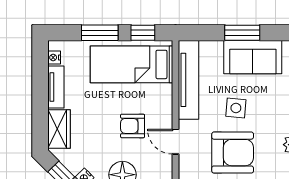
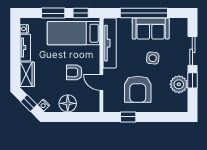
window: (242, 33) -> (144, 13), width x2.11
side table: (236, 108) -> (153, 58), moved
armchair: (233, 153) -> (138, 89), turned 90

